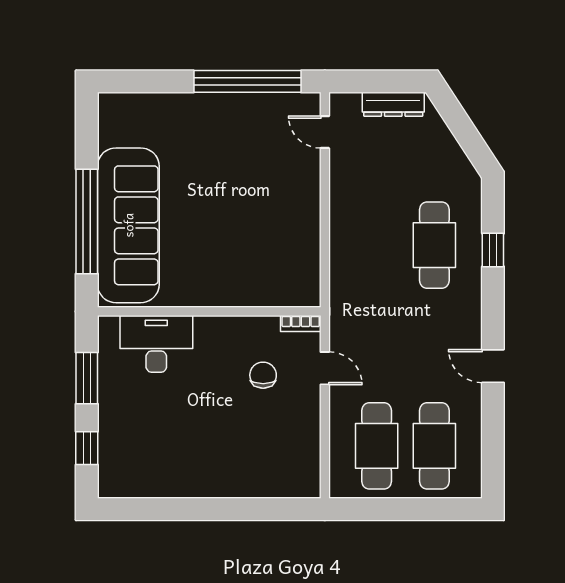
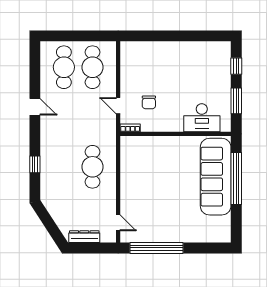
cafe table: (434, 245) -> (92, 167), moved

